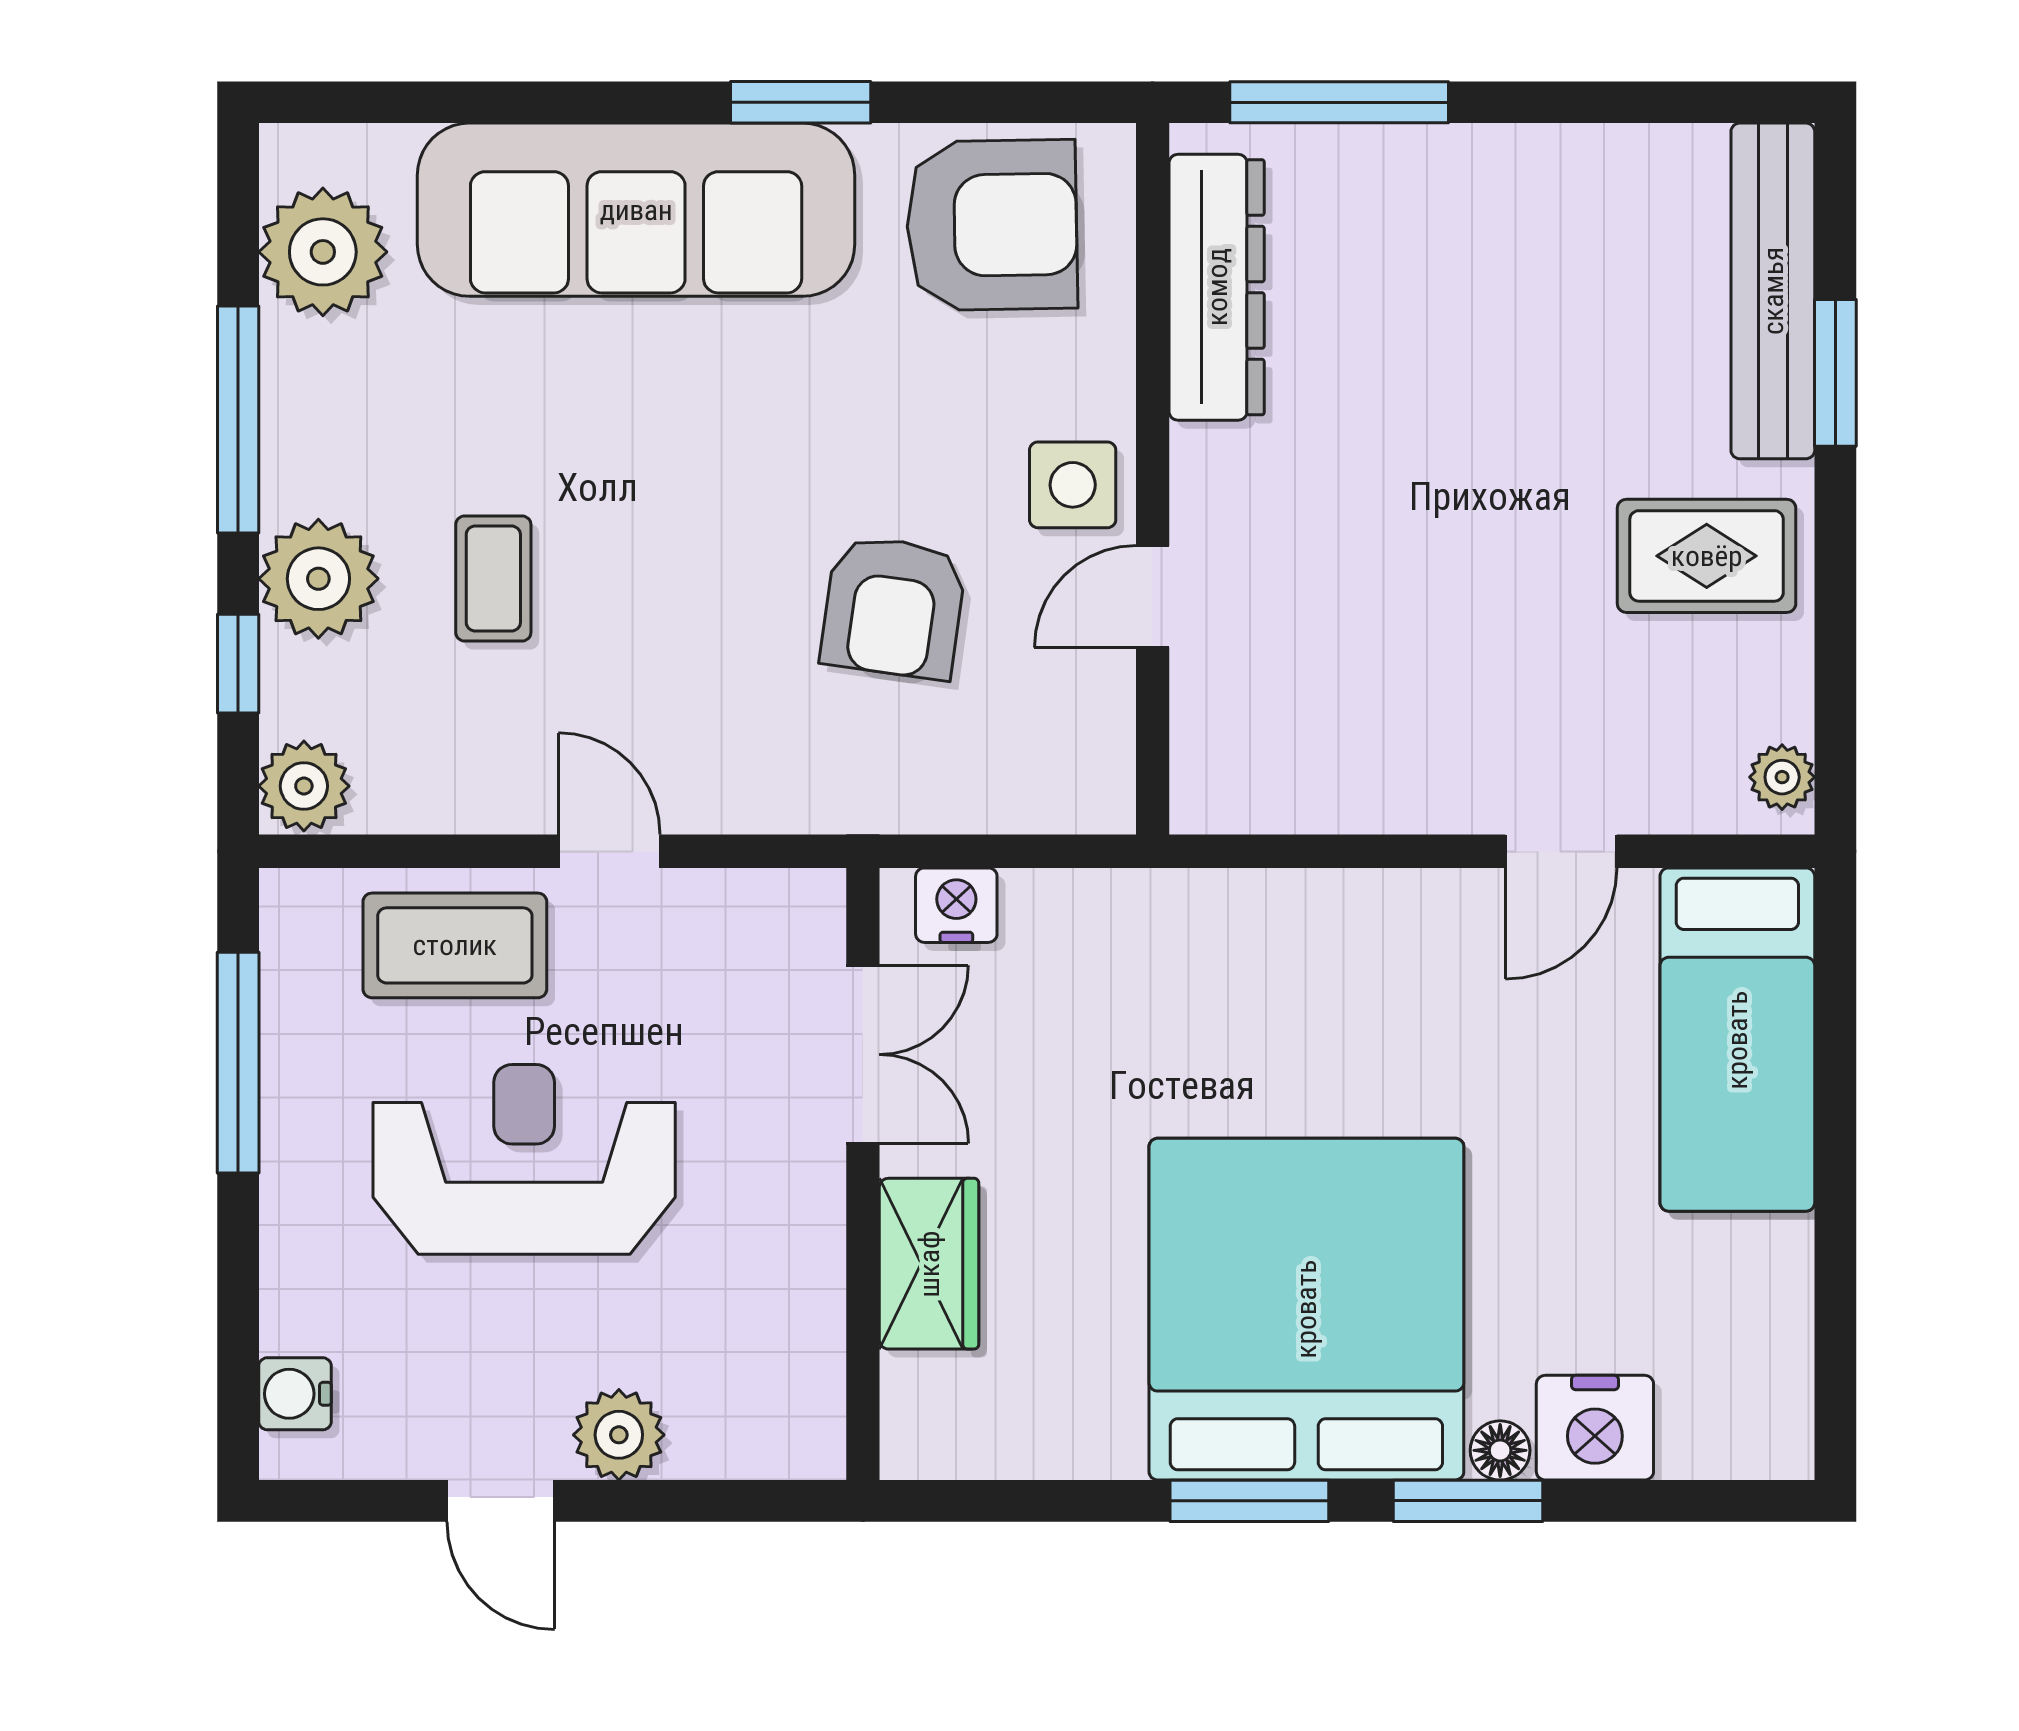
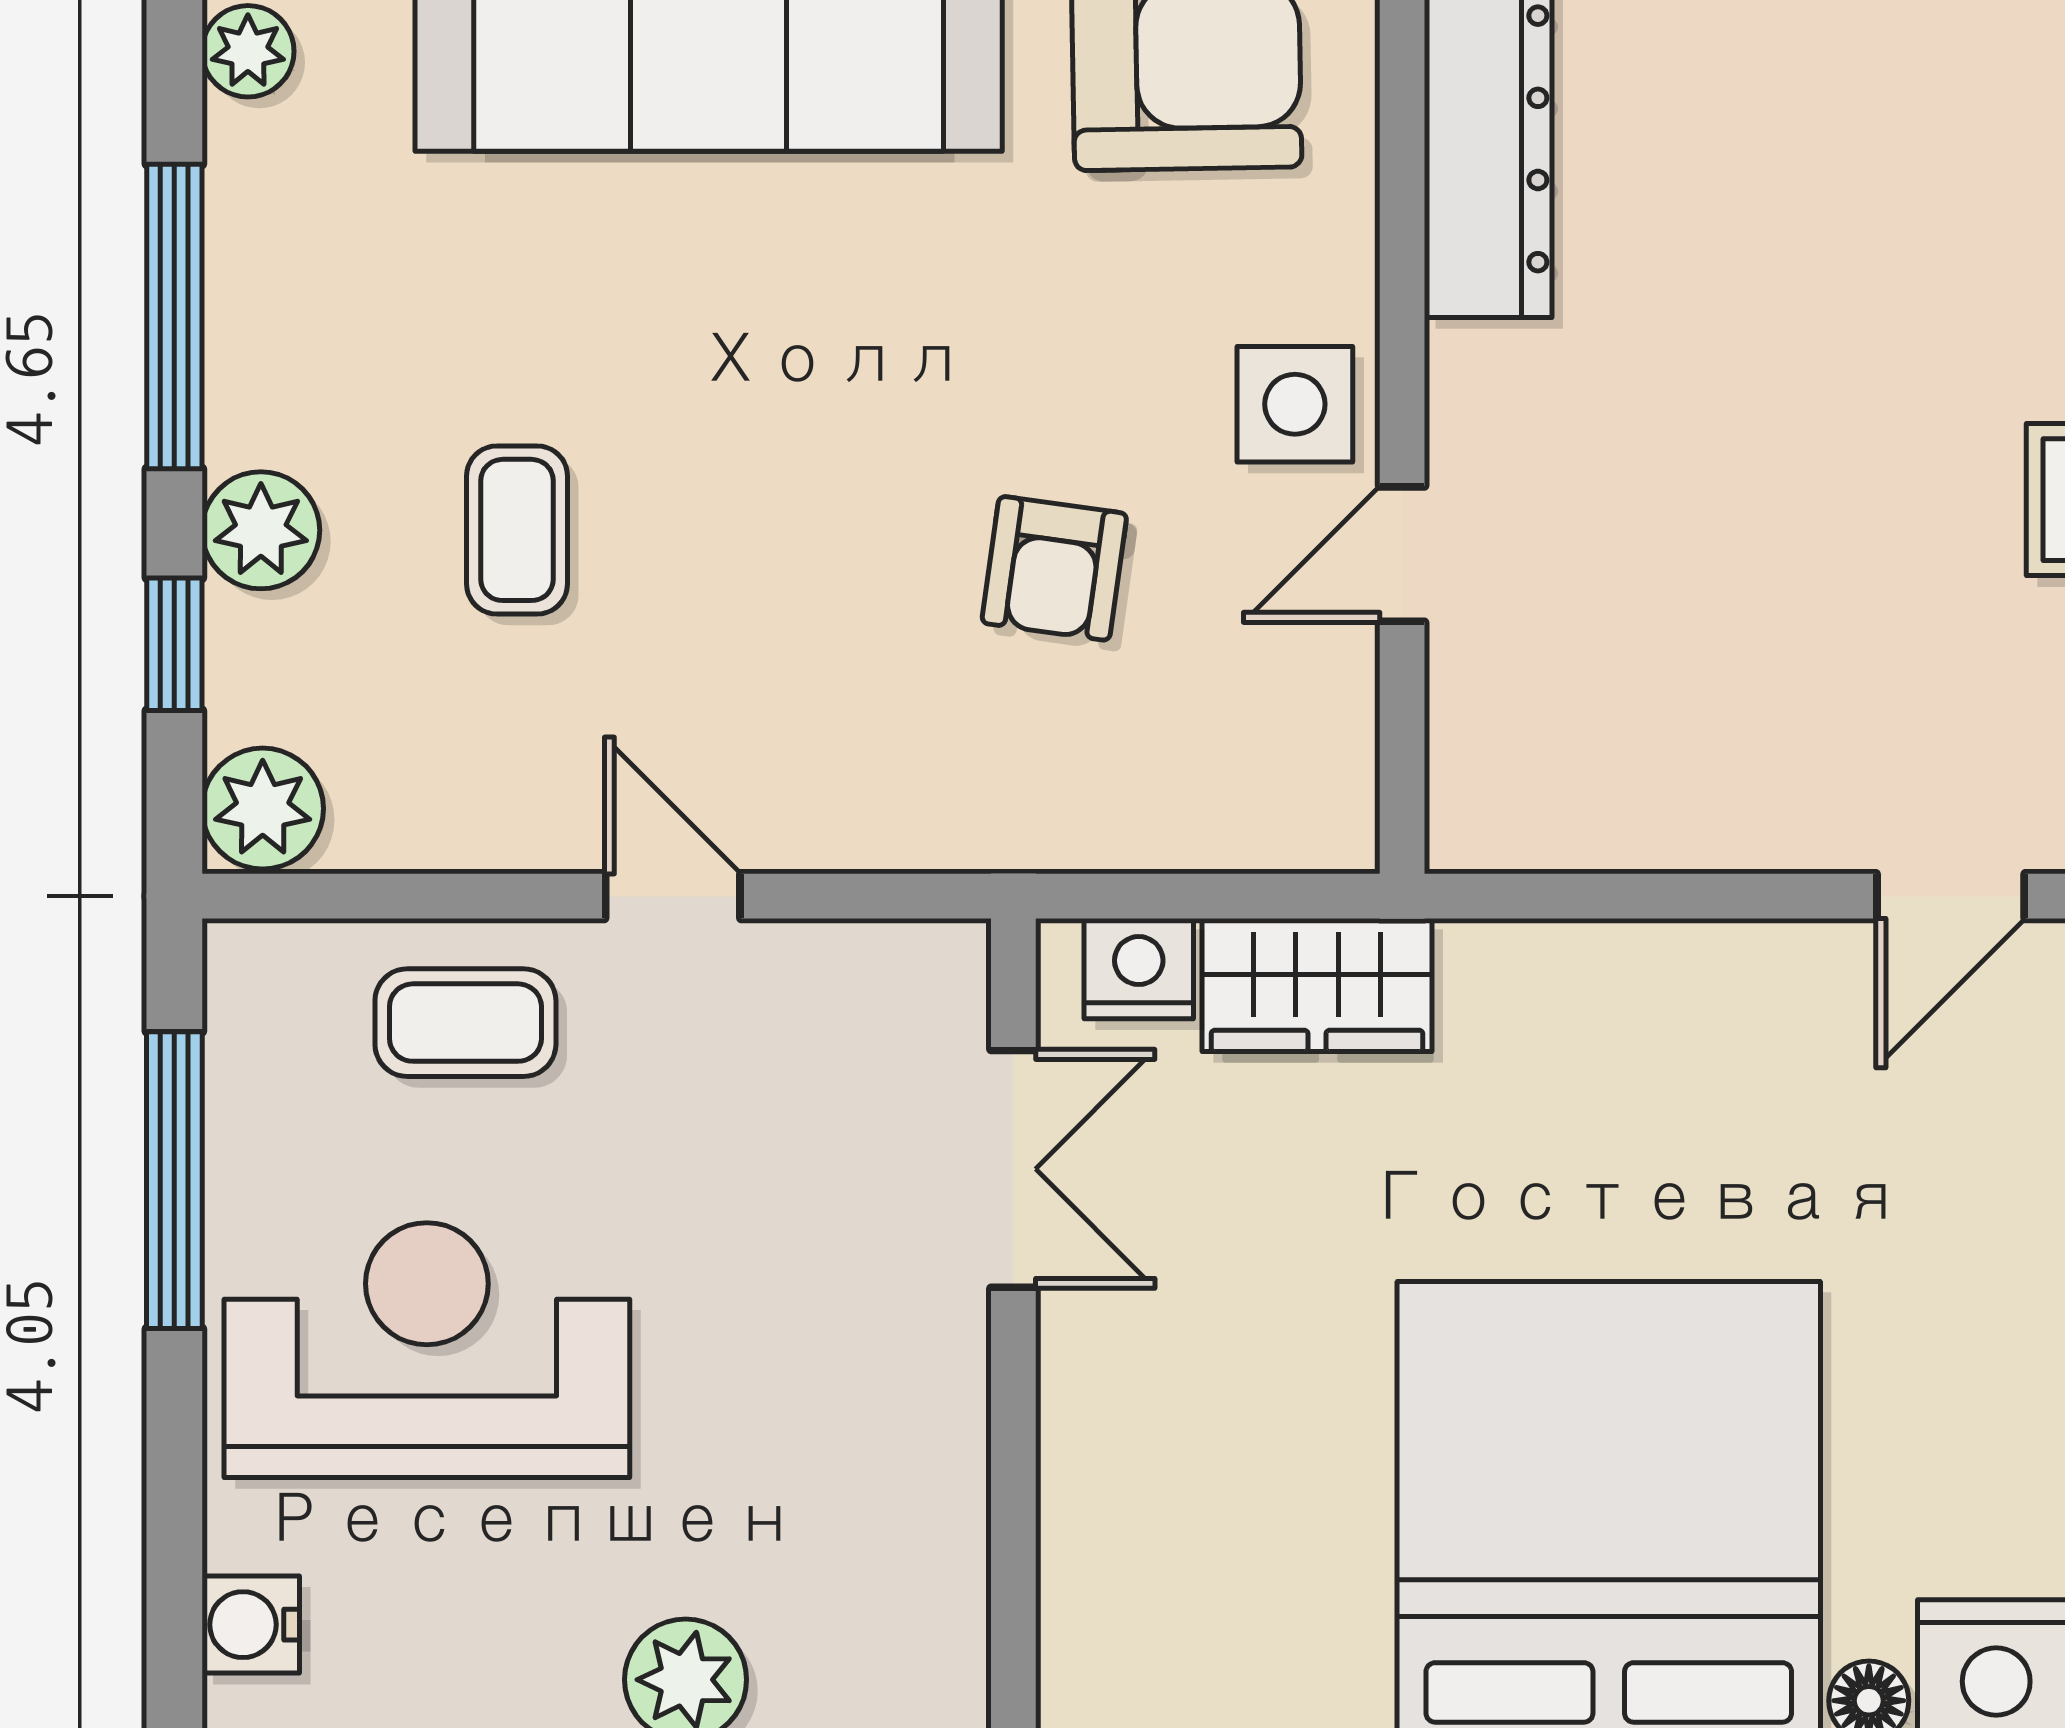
plant: (323, 252) -> (248, 51), width x0.53, depth x0.53
plant: (318, 579) -> (261, 530), width x0.73, depth x0.73
armchair: (893, 607) -> (1054, 568), width x0.72, depth x0.72
coffee table: (455, 945) -> (465, 1023), width x0.73, depth x0.77
reception desk: (524, 1159) -> (427, 1350), moved
wardrobe: (929, 1264) -> (1317, 985), moved, turned 90

